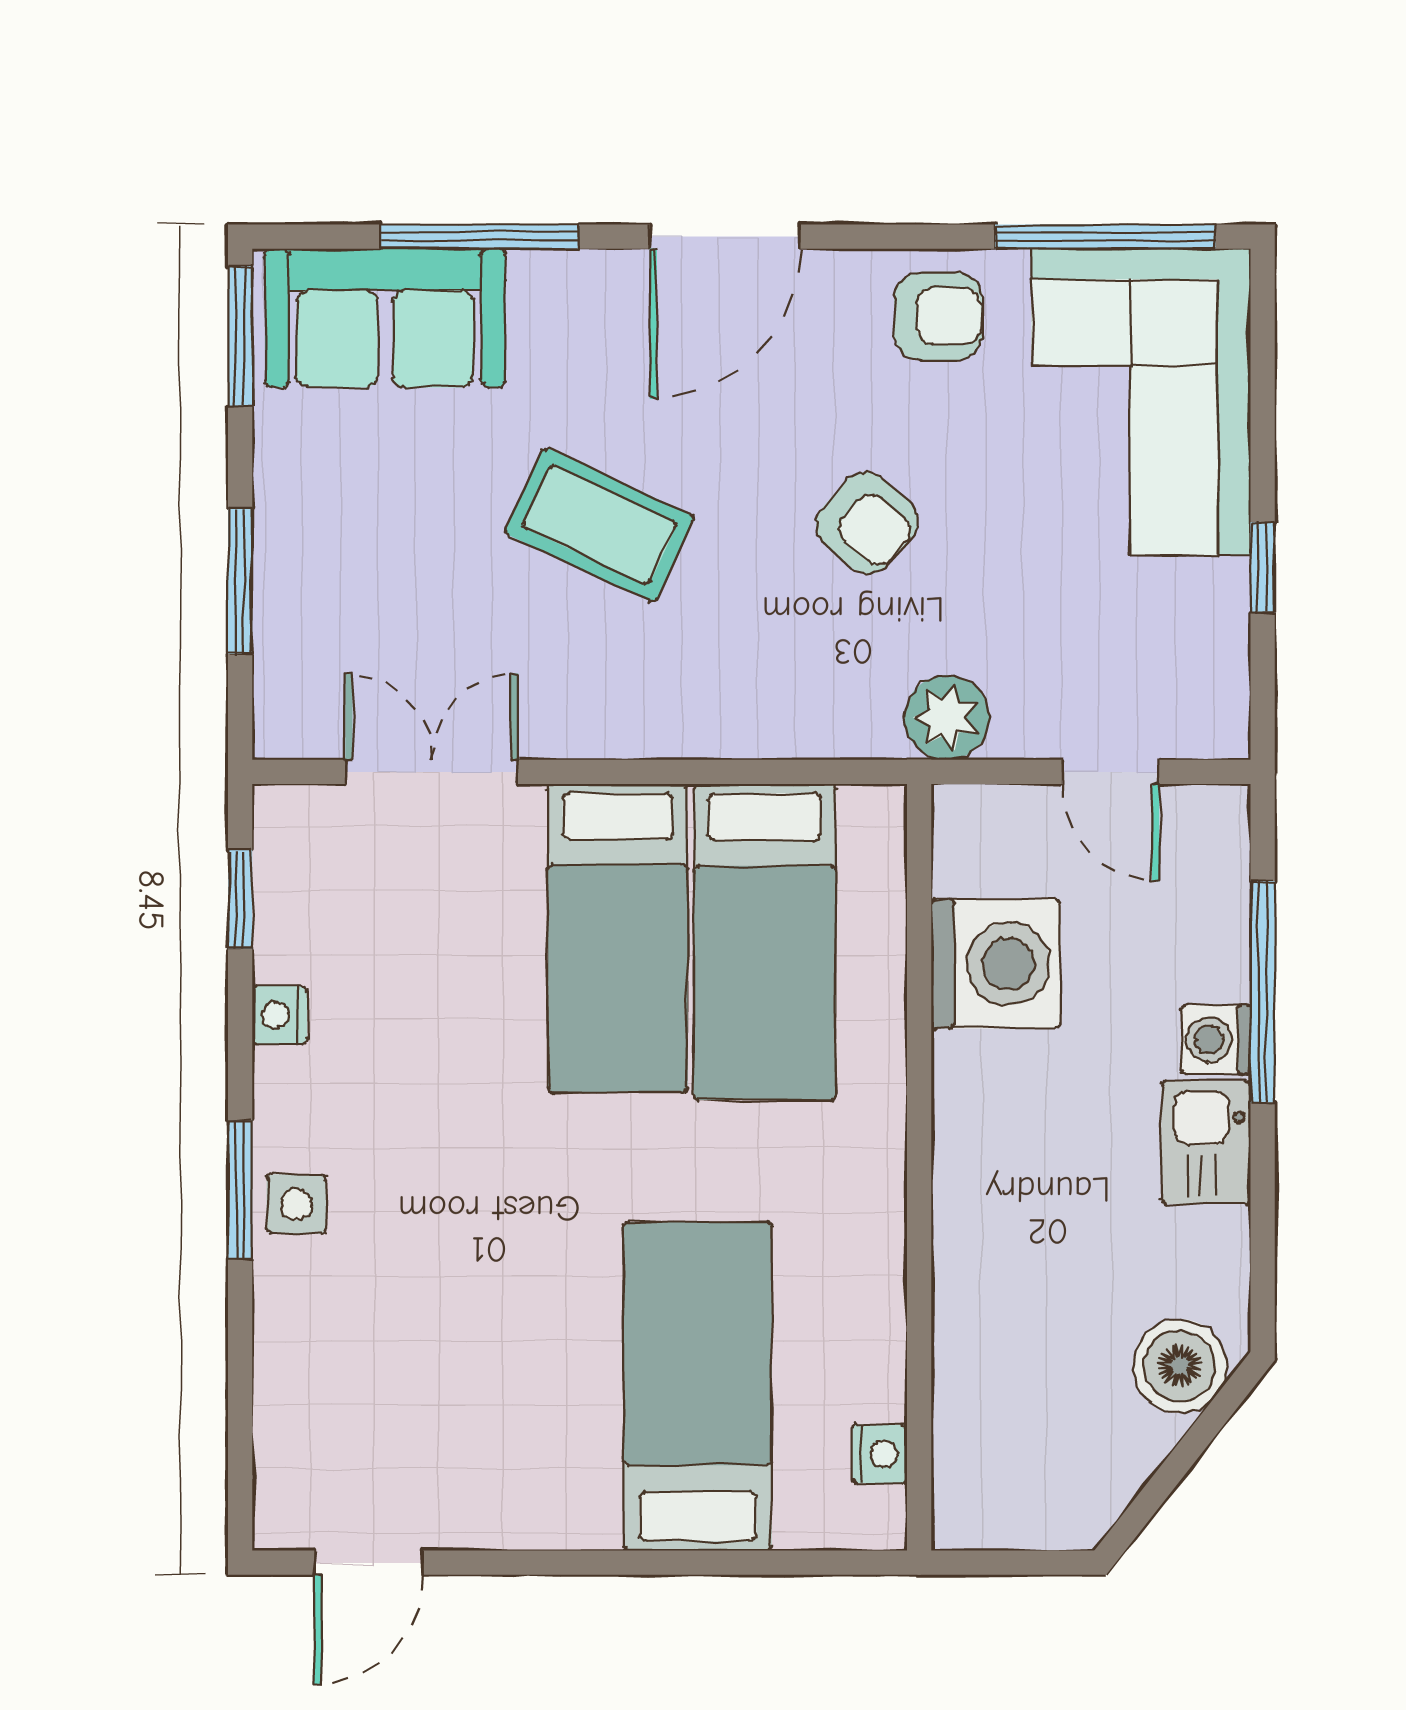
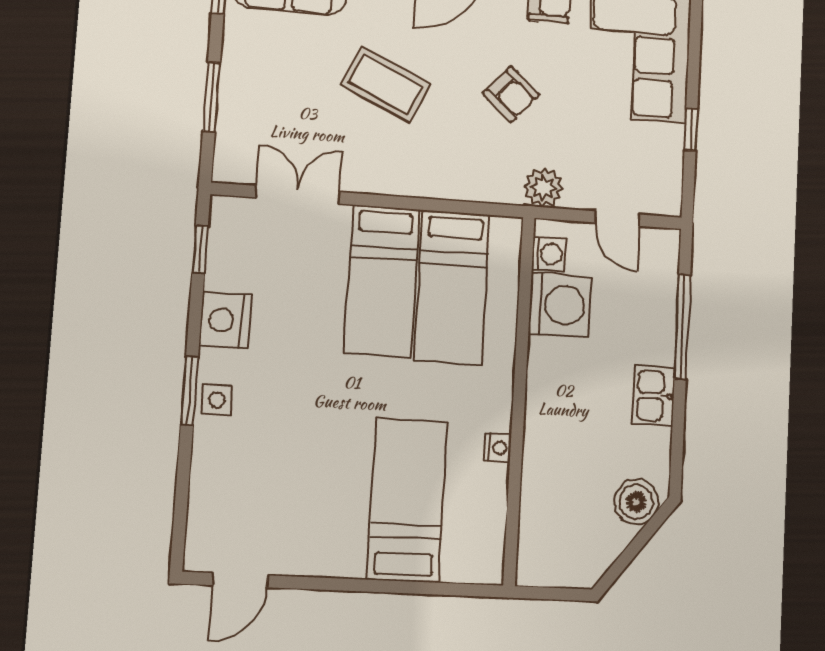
nightstand: (280, 1015) -> (225, 320), width x1.89, depth x1.79
washing machine: (1216, 1040) -> (549, 254), moved, turned 180
nightstand: (879, 1454) -> (498, 448), moved

